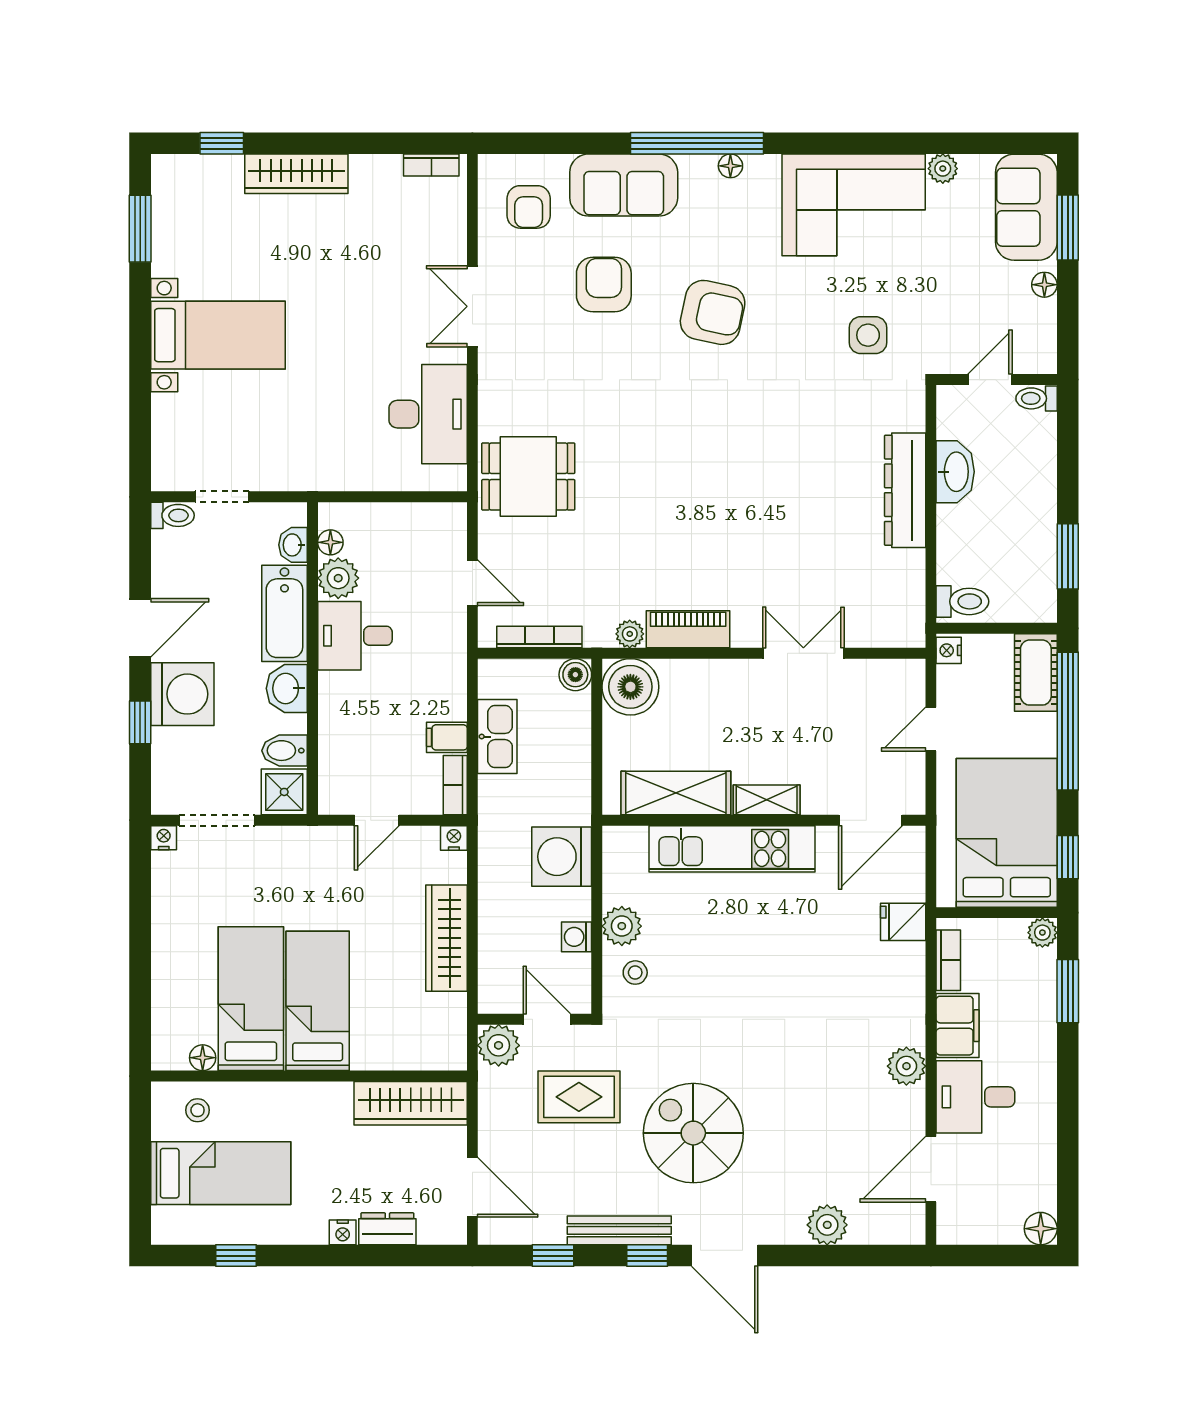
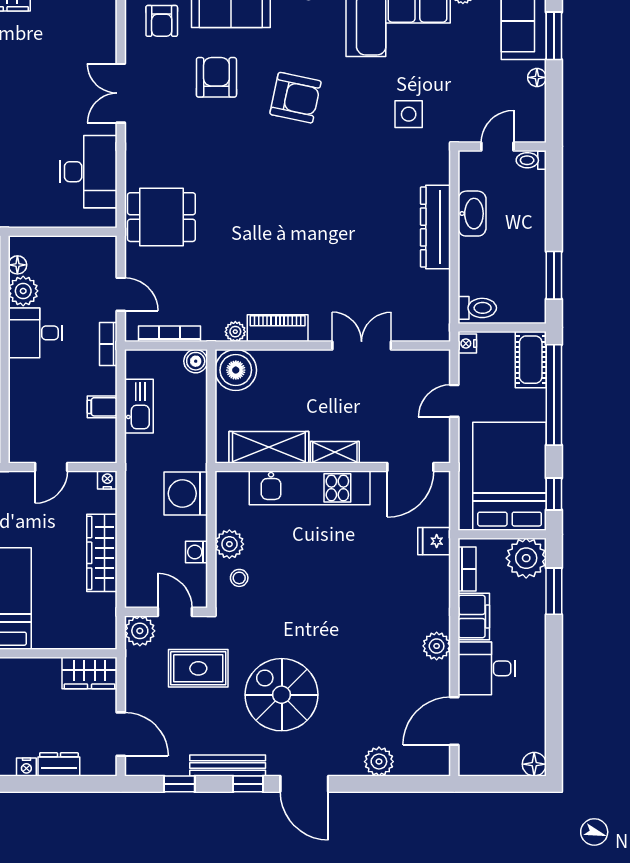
bookcase: (455, 785) -> (108, 344), moved
plant: (1042, 933) -> (526, 558), width x1.88, depth x1.88
wardrobe: (411, 1103) -> (90, 673), width x0.67

